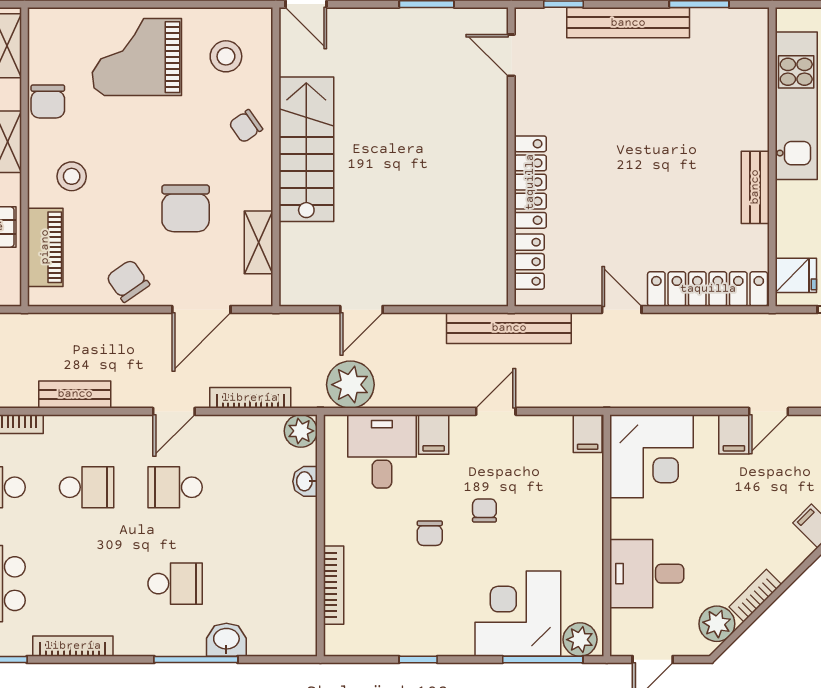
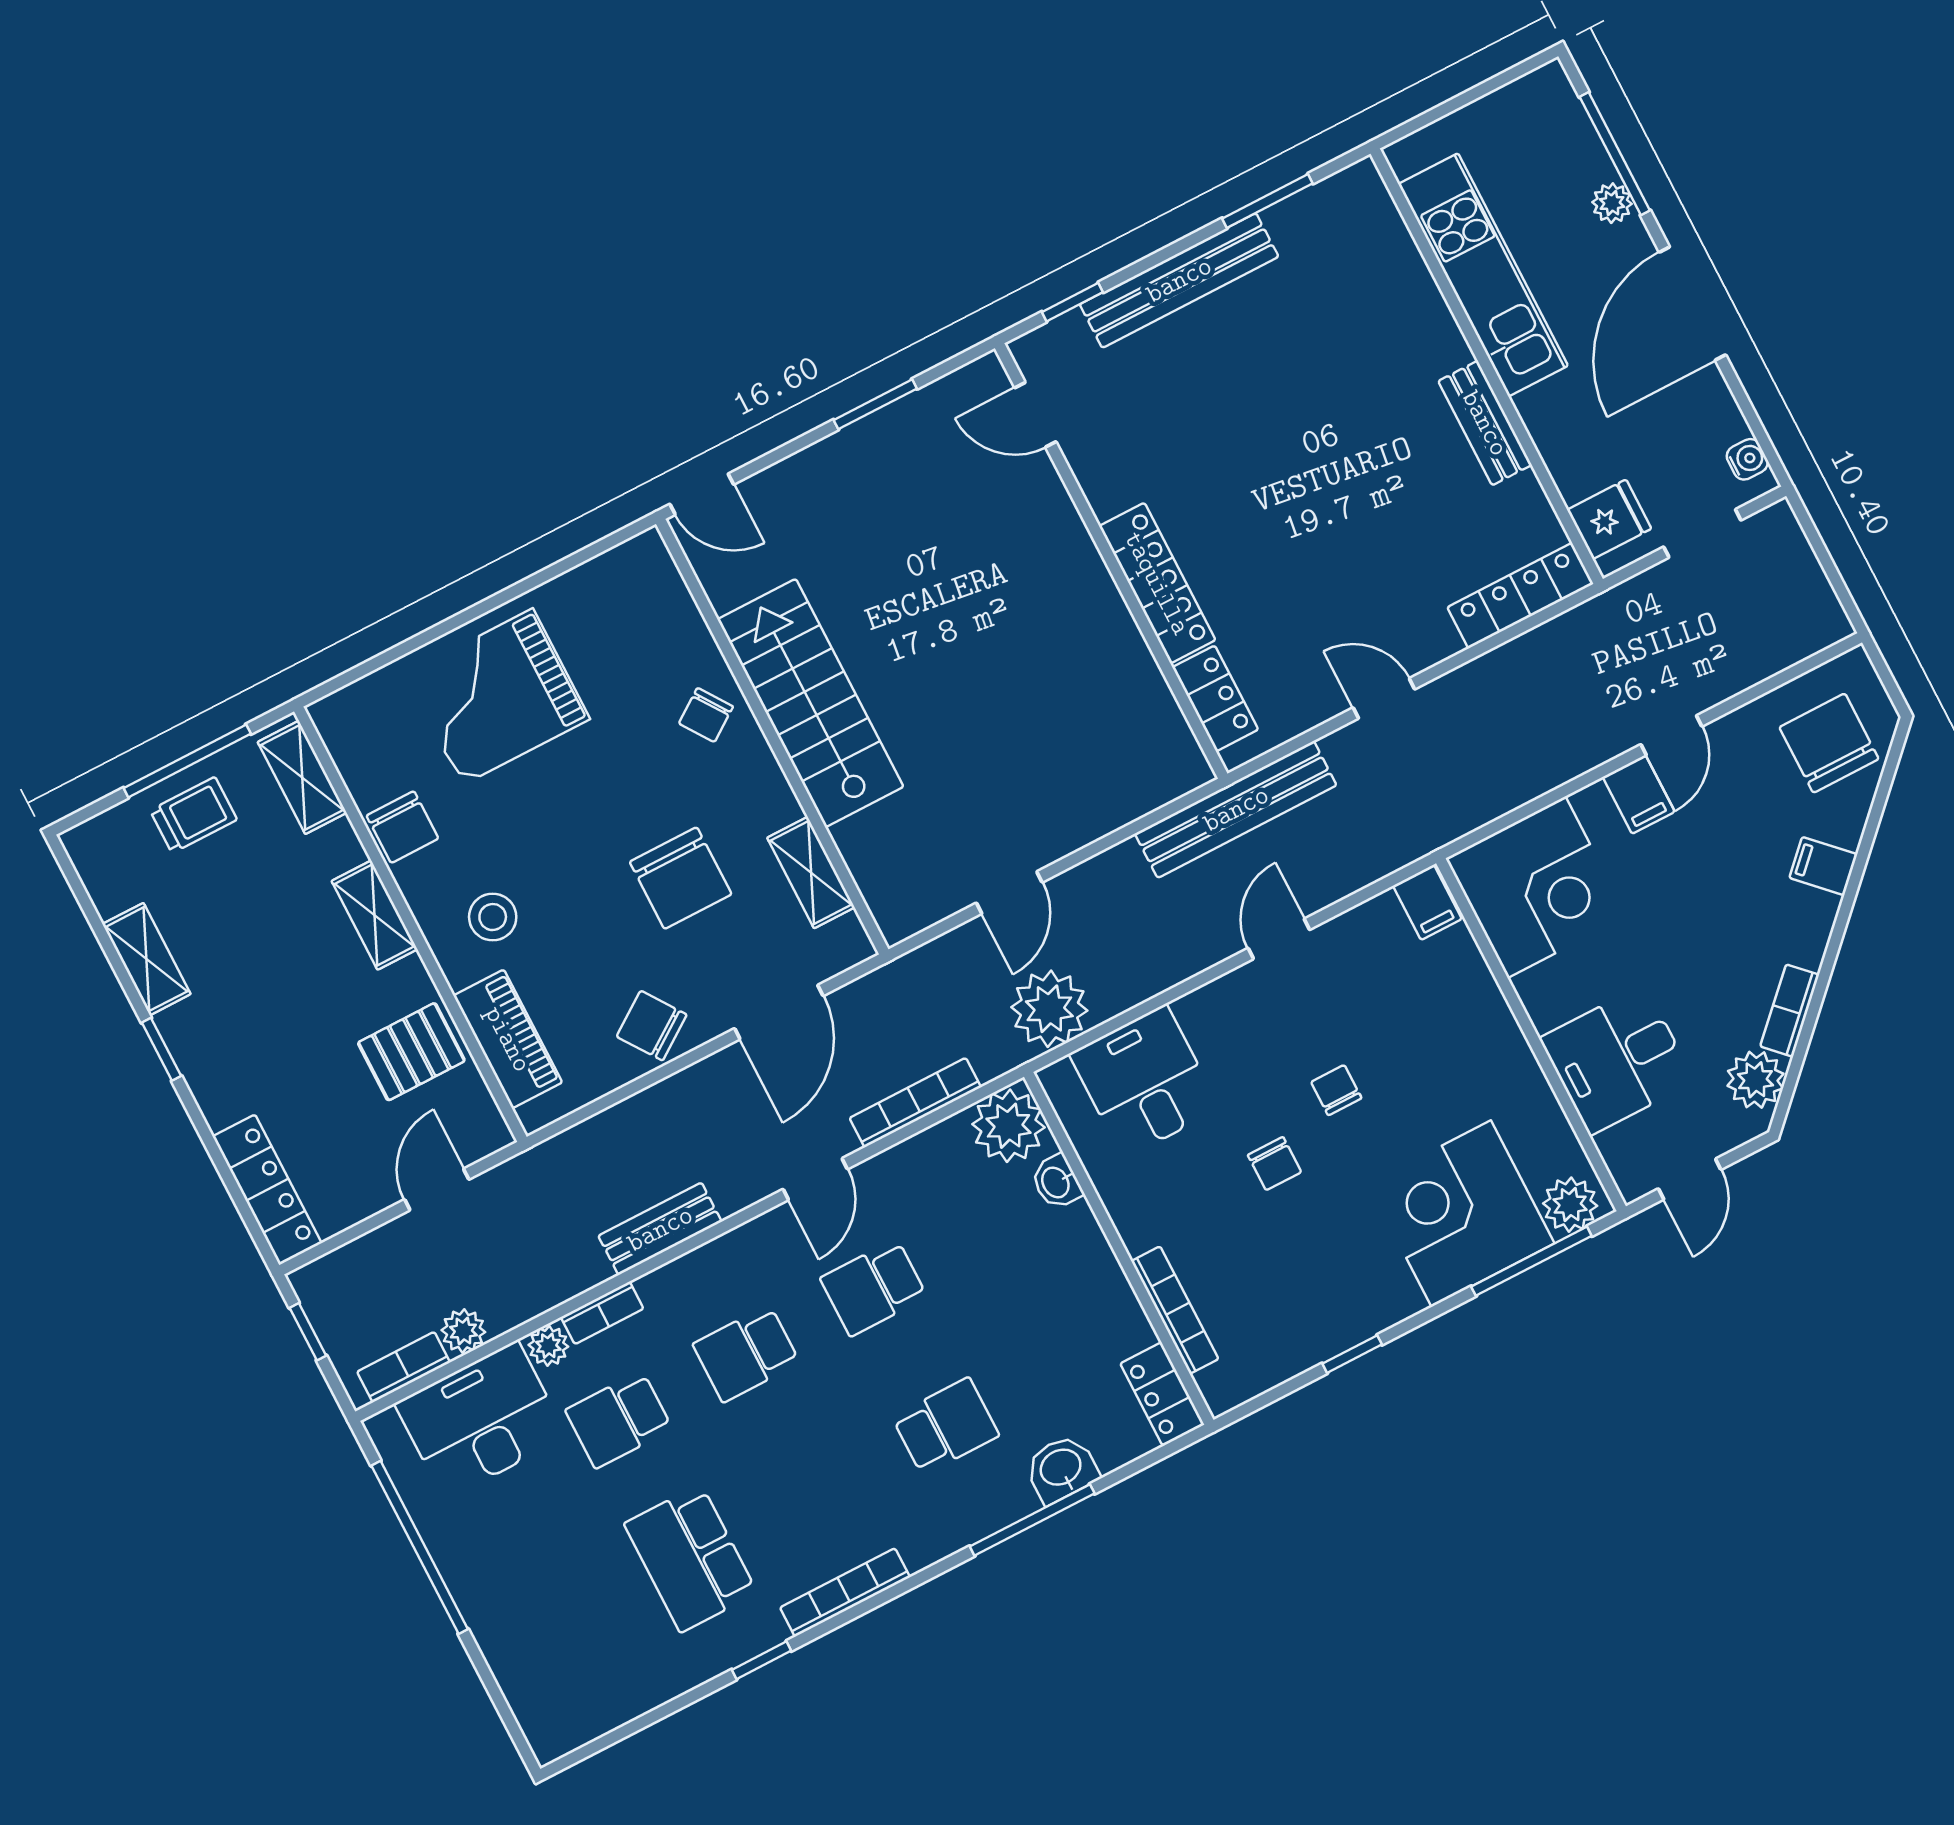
stool: (226, 56) -> (625, 629), removed
locker: (708, 289) -> (1520, 596), width x0.71, depth x0.83
plant: (301, 431) -> (1008, 1126), width x1.36, depth x1.36
filing cabinet: (434, 434) -> (1206, 1019), removed
school desk: (87, 487) -> (746, 1354), turned 180
locker: (303, 627) -> (1162, 1394), added

